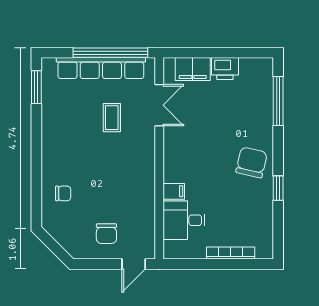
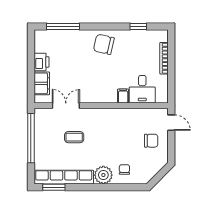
row of seats: (101, 68) -> (64, 177), moved, turned -90
plant: (55, 162) -> (103, 175), added
window: (278, 188) -> (138, 27), moved

